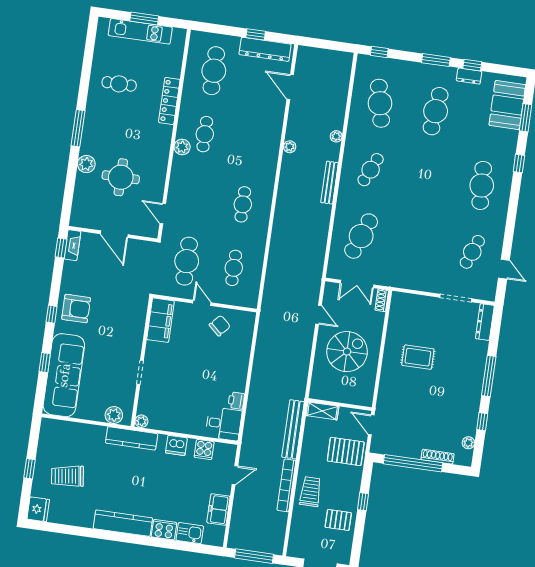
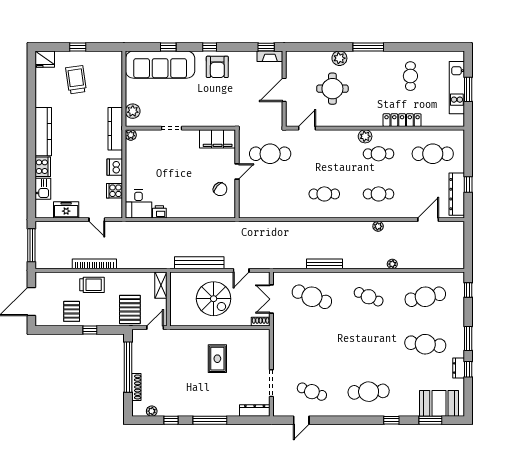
bench: (330, 183) -> (324, 264), moved
cafe table: (234, 268) -> (379, 194), moved
bench: (293, 429) -> (199, 263), moved

